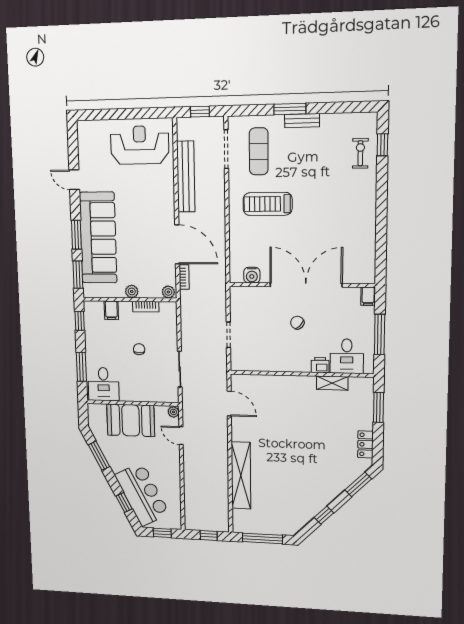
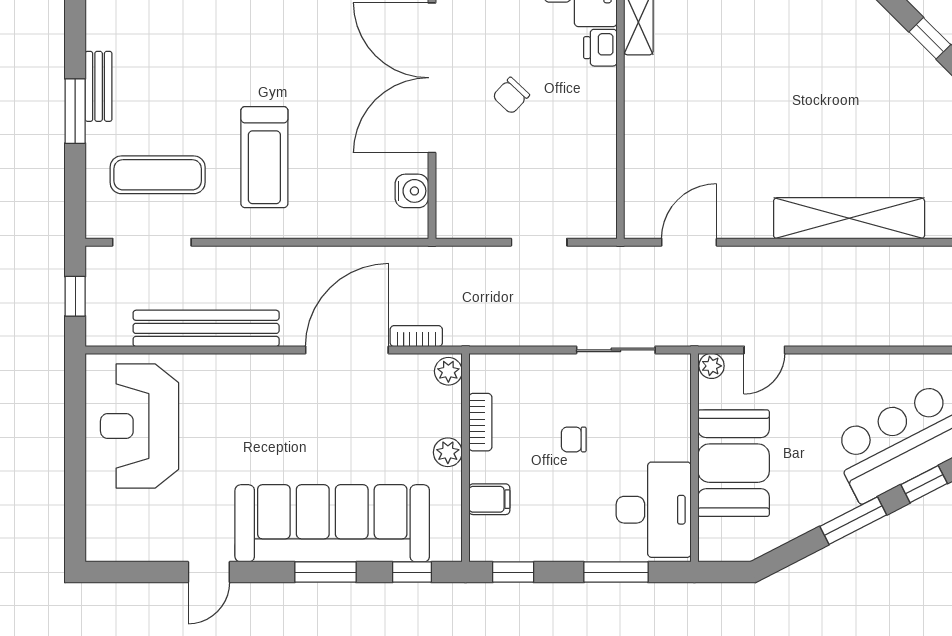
window: (78, 275) -> (412, 572), width x0.67
desk: (103, 384) -> (654, 510), width x1.37
window: (99, 456) -> (853, 521), moved

